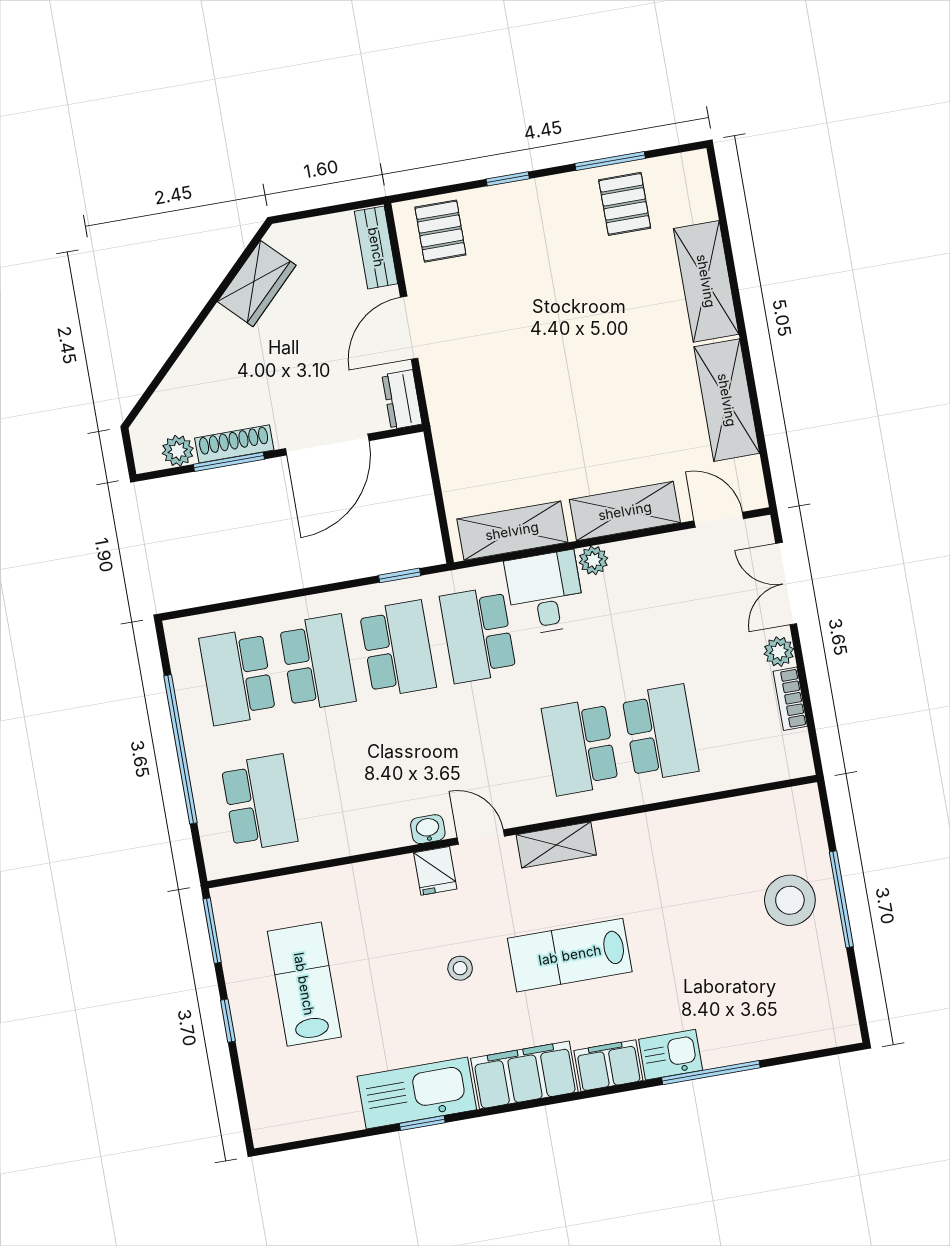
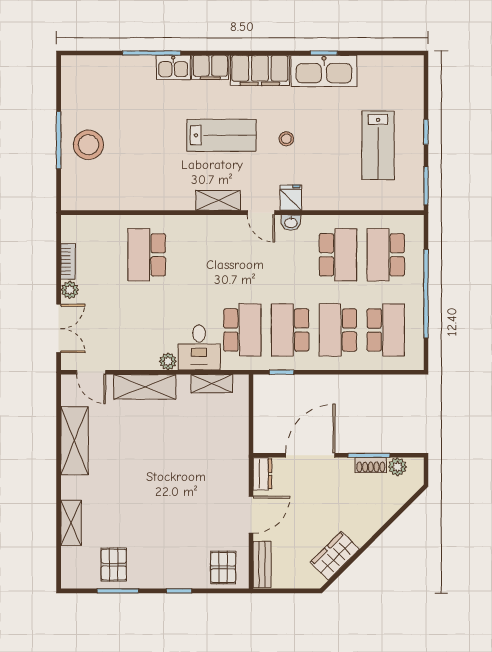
shelving: (706, 281) -> (71, 523), width x0.67, depth x0.75
shoe rack: (234, 444) -> (371, 465), width x0.70
shelving: (512, 531) -> (212, 384), width x0.67, depth x0.75
school desk: (580, 747) -> (338, 255), moved

